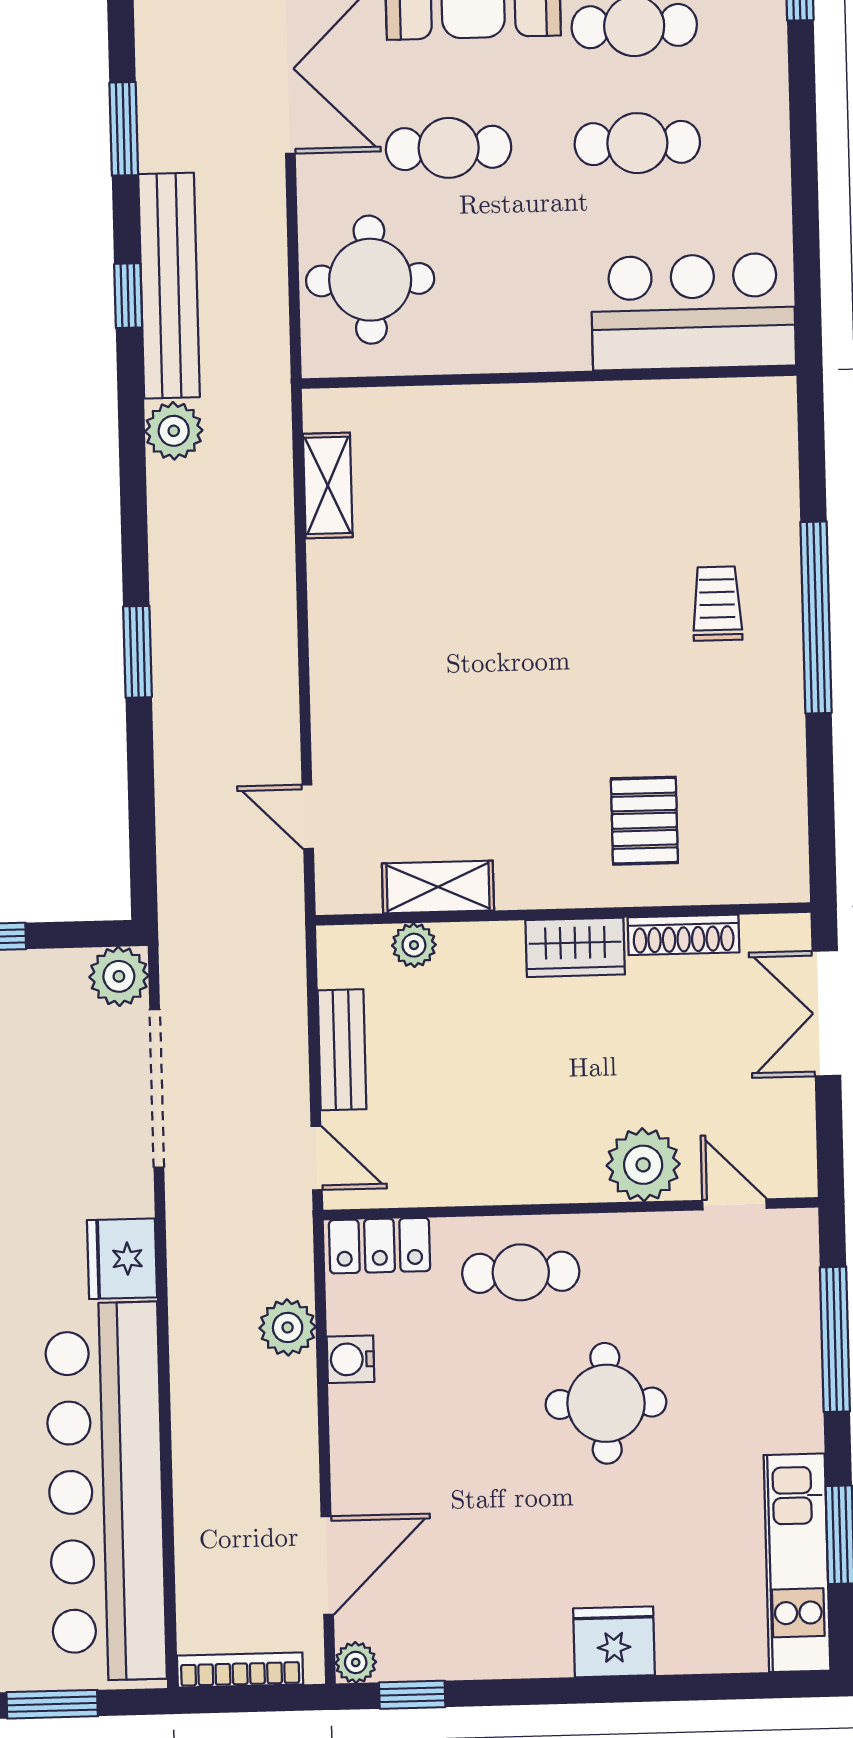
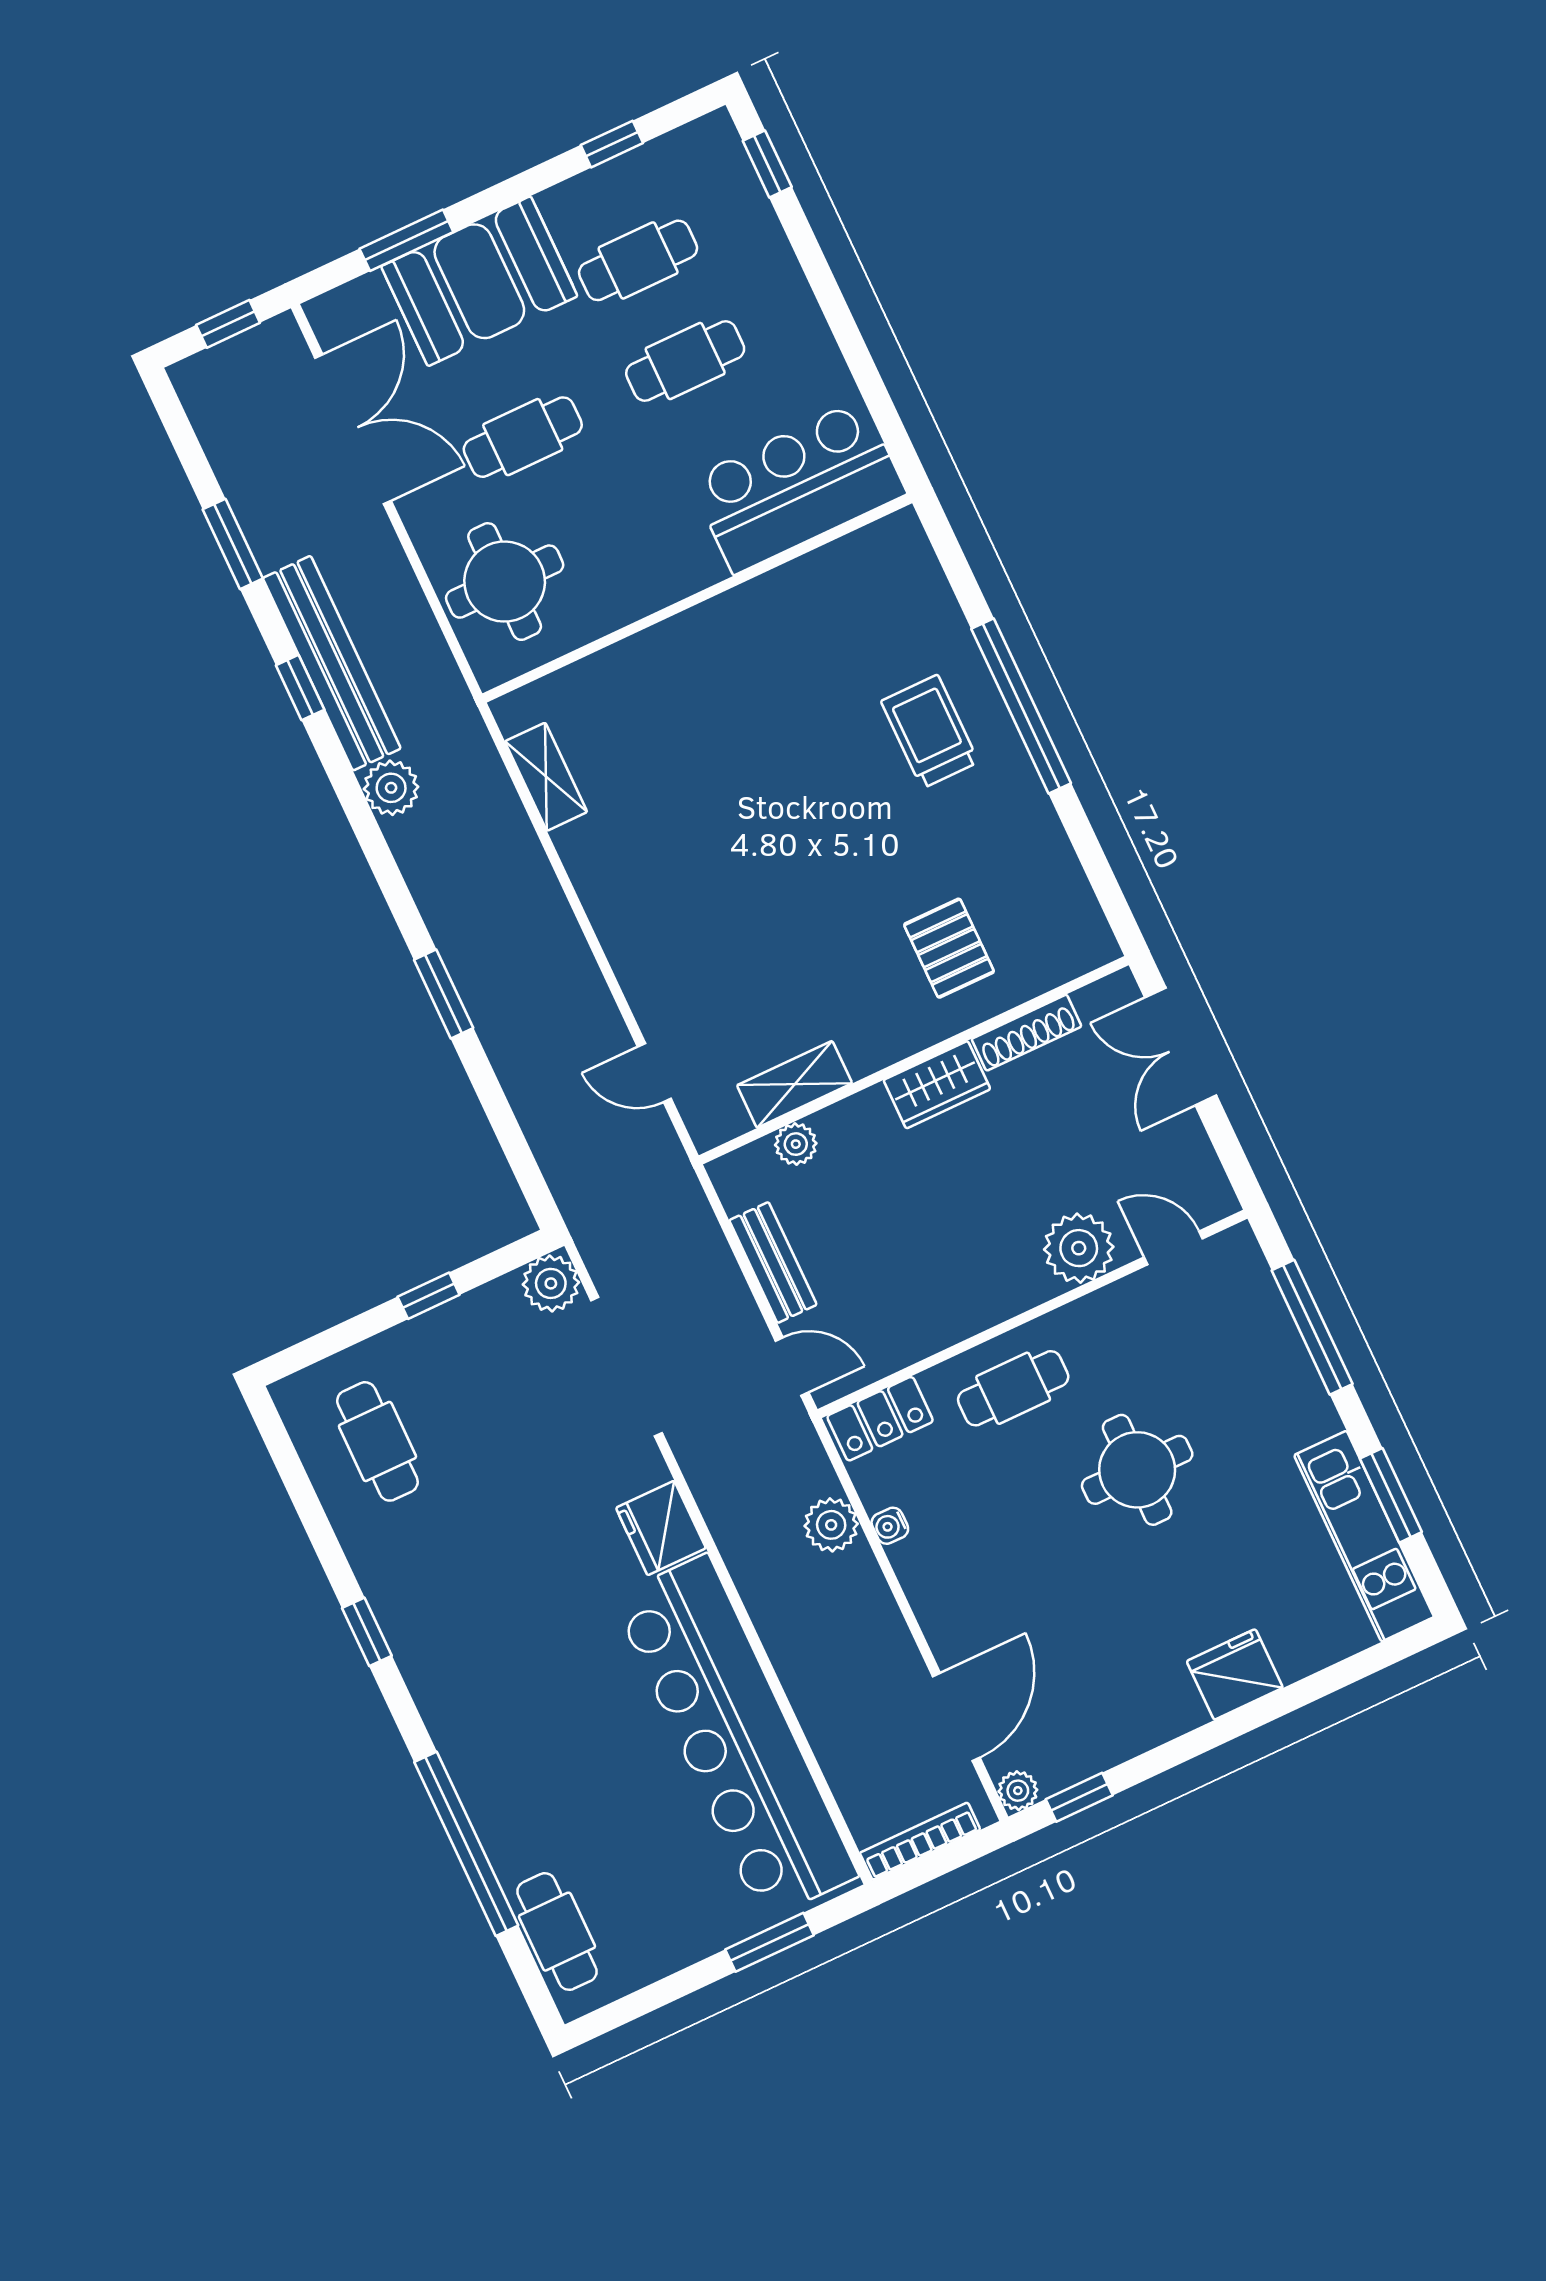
trolley: (717, 604) -> (930, 732), width x1.36, depth x1.39
water cooler: (350, 1359) -> (890, 1526), width x0.72, depth x0.72

